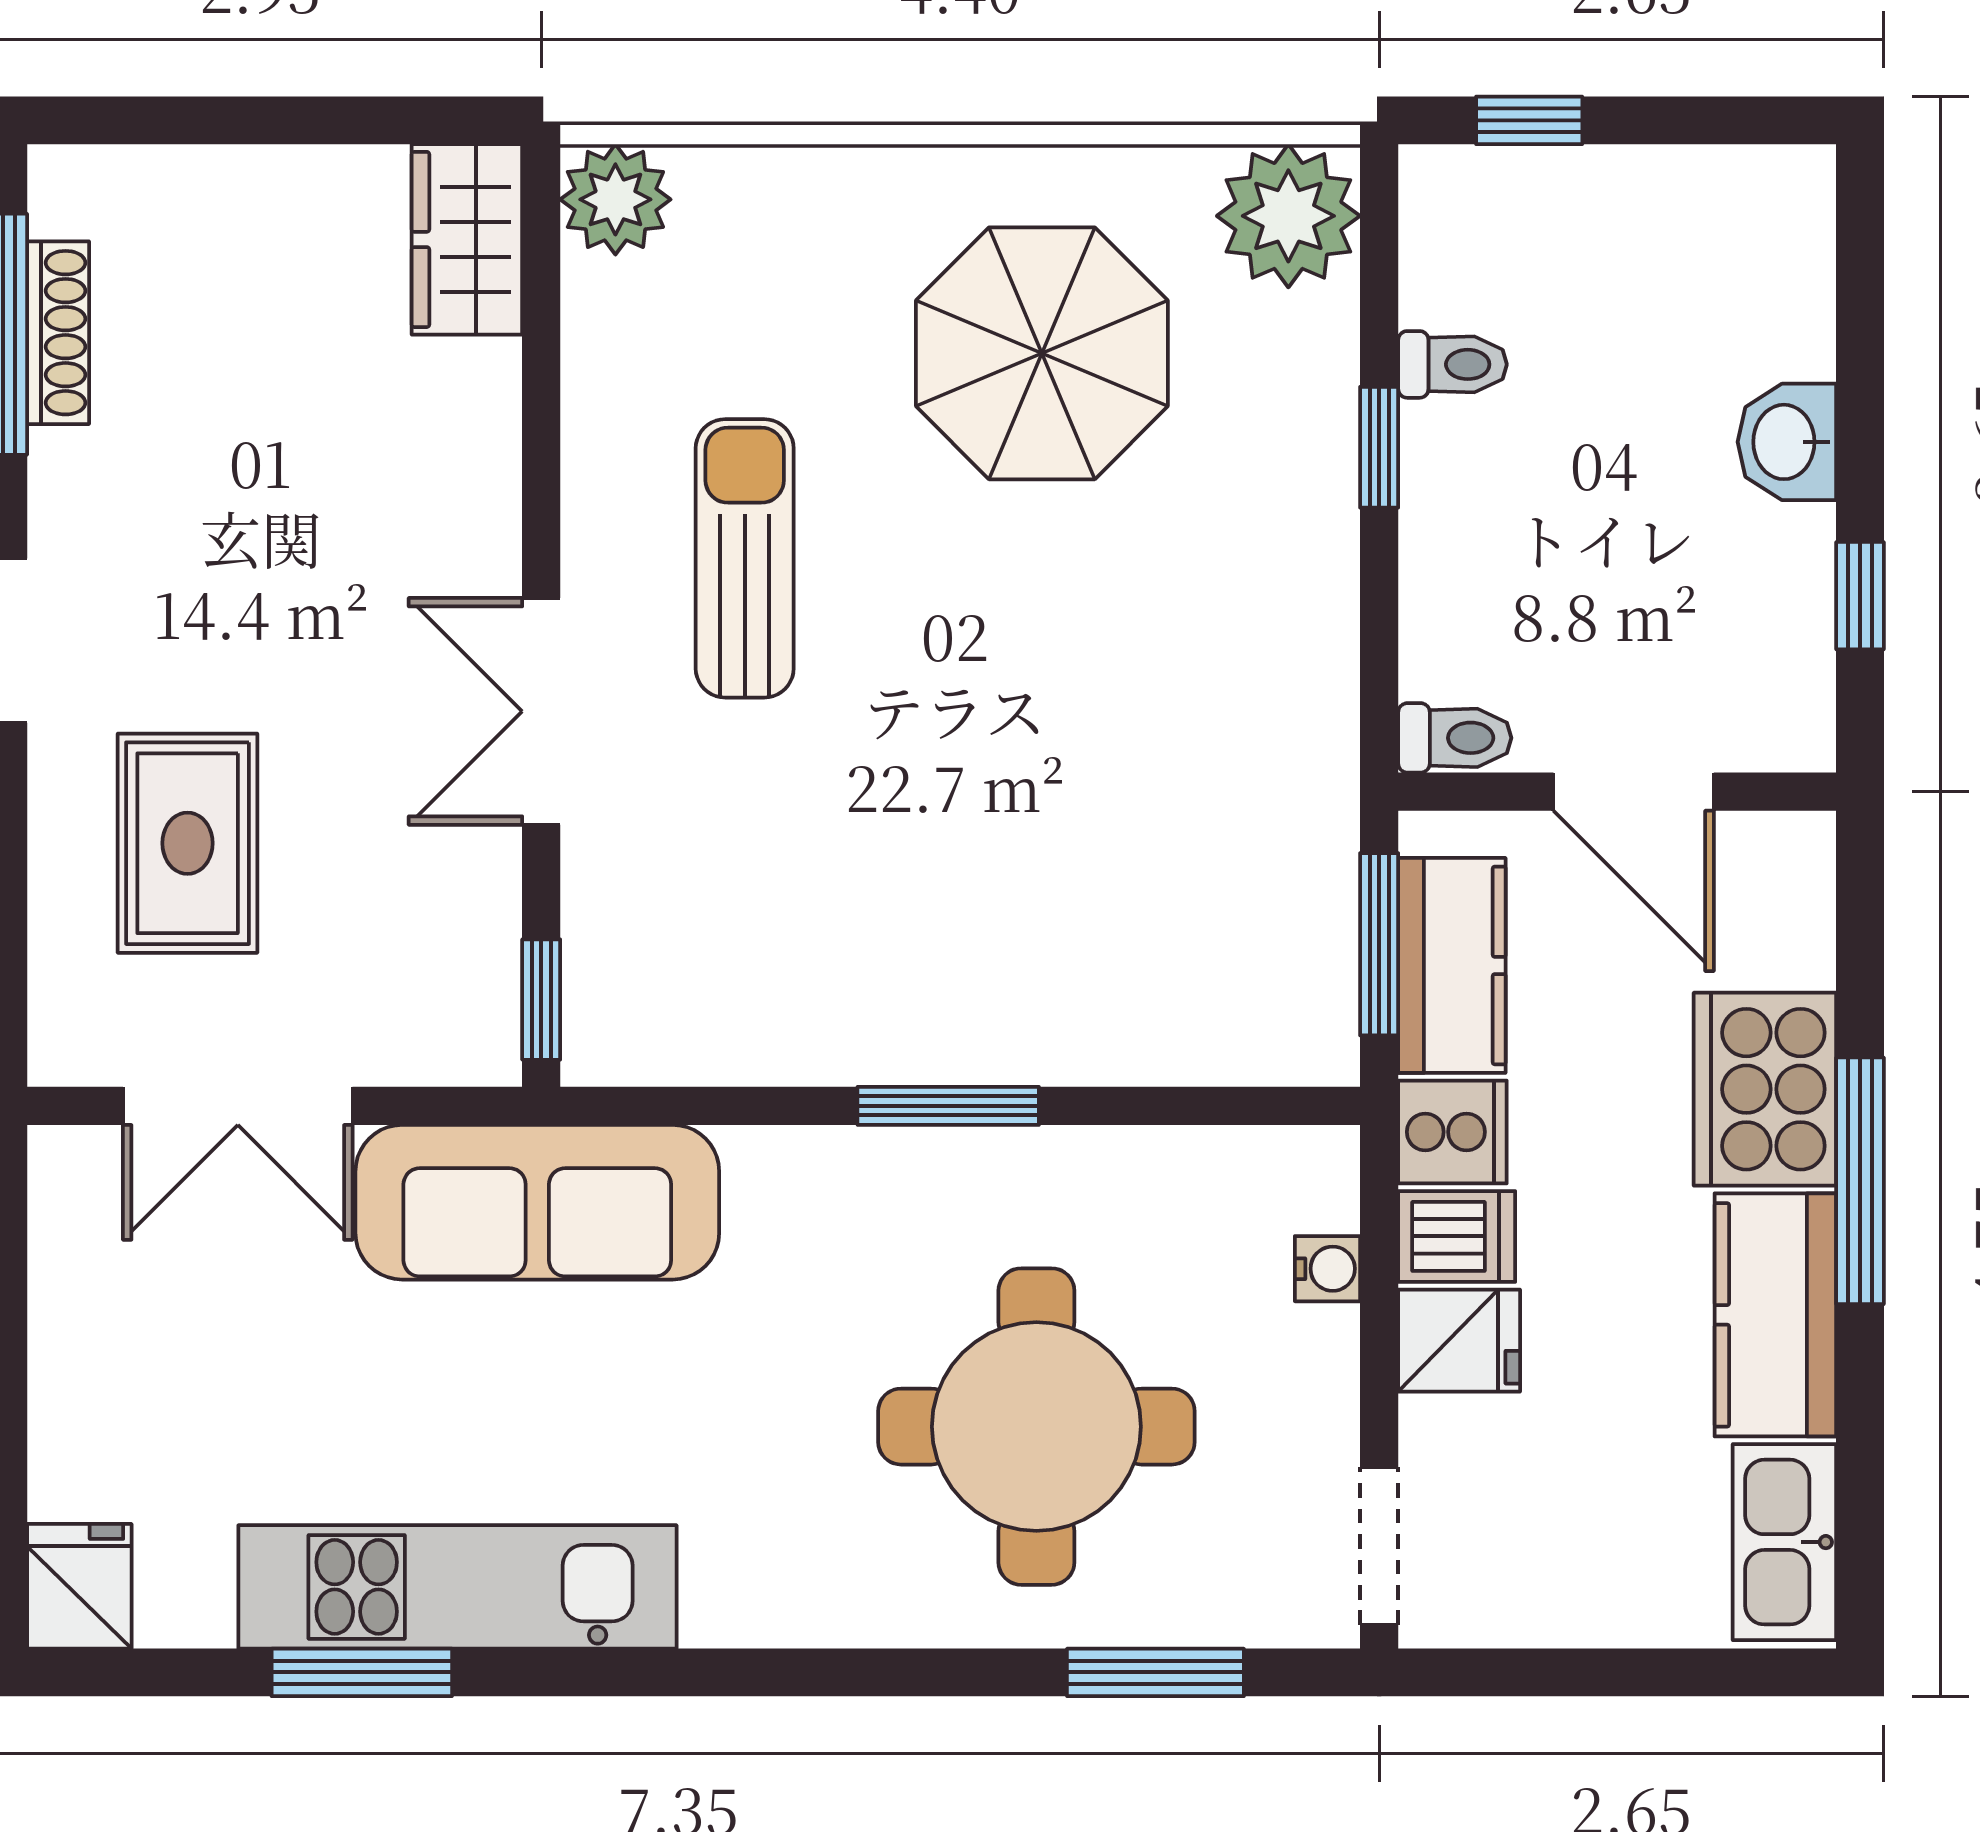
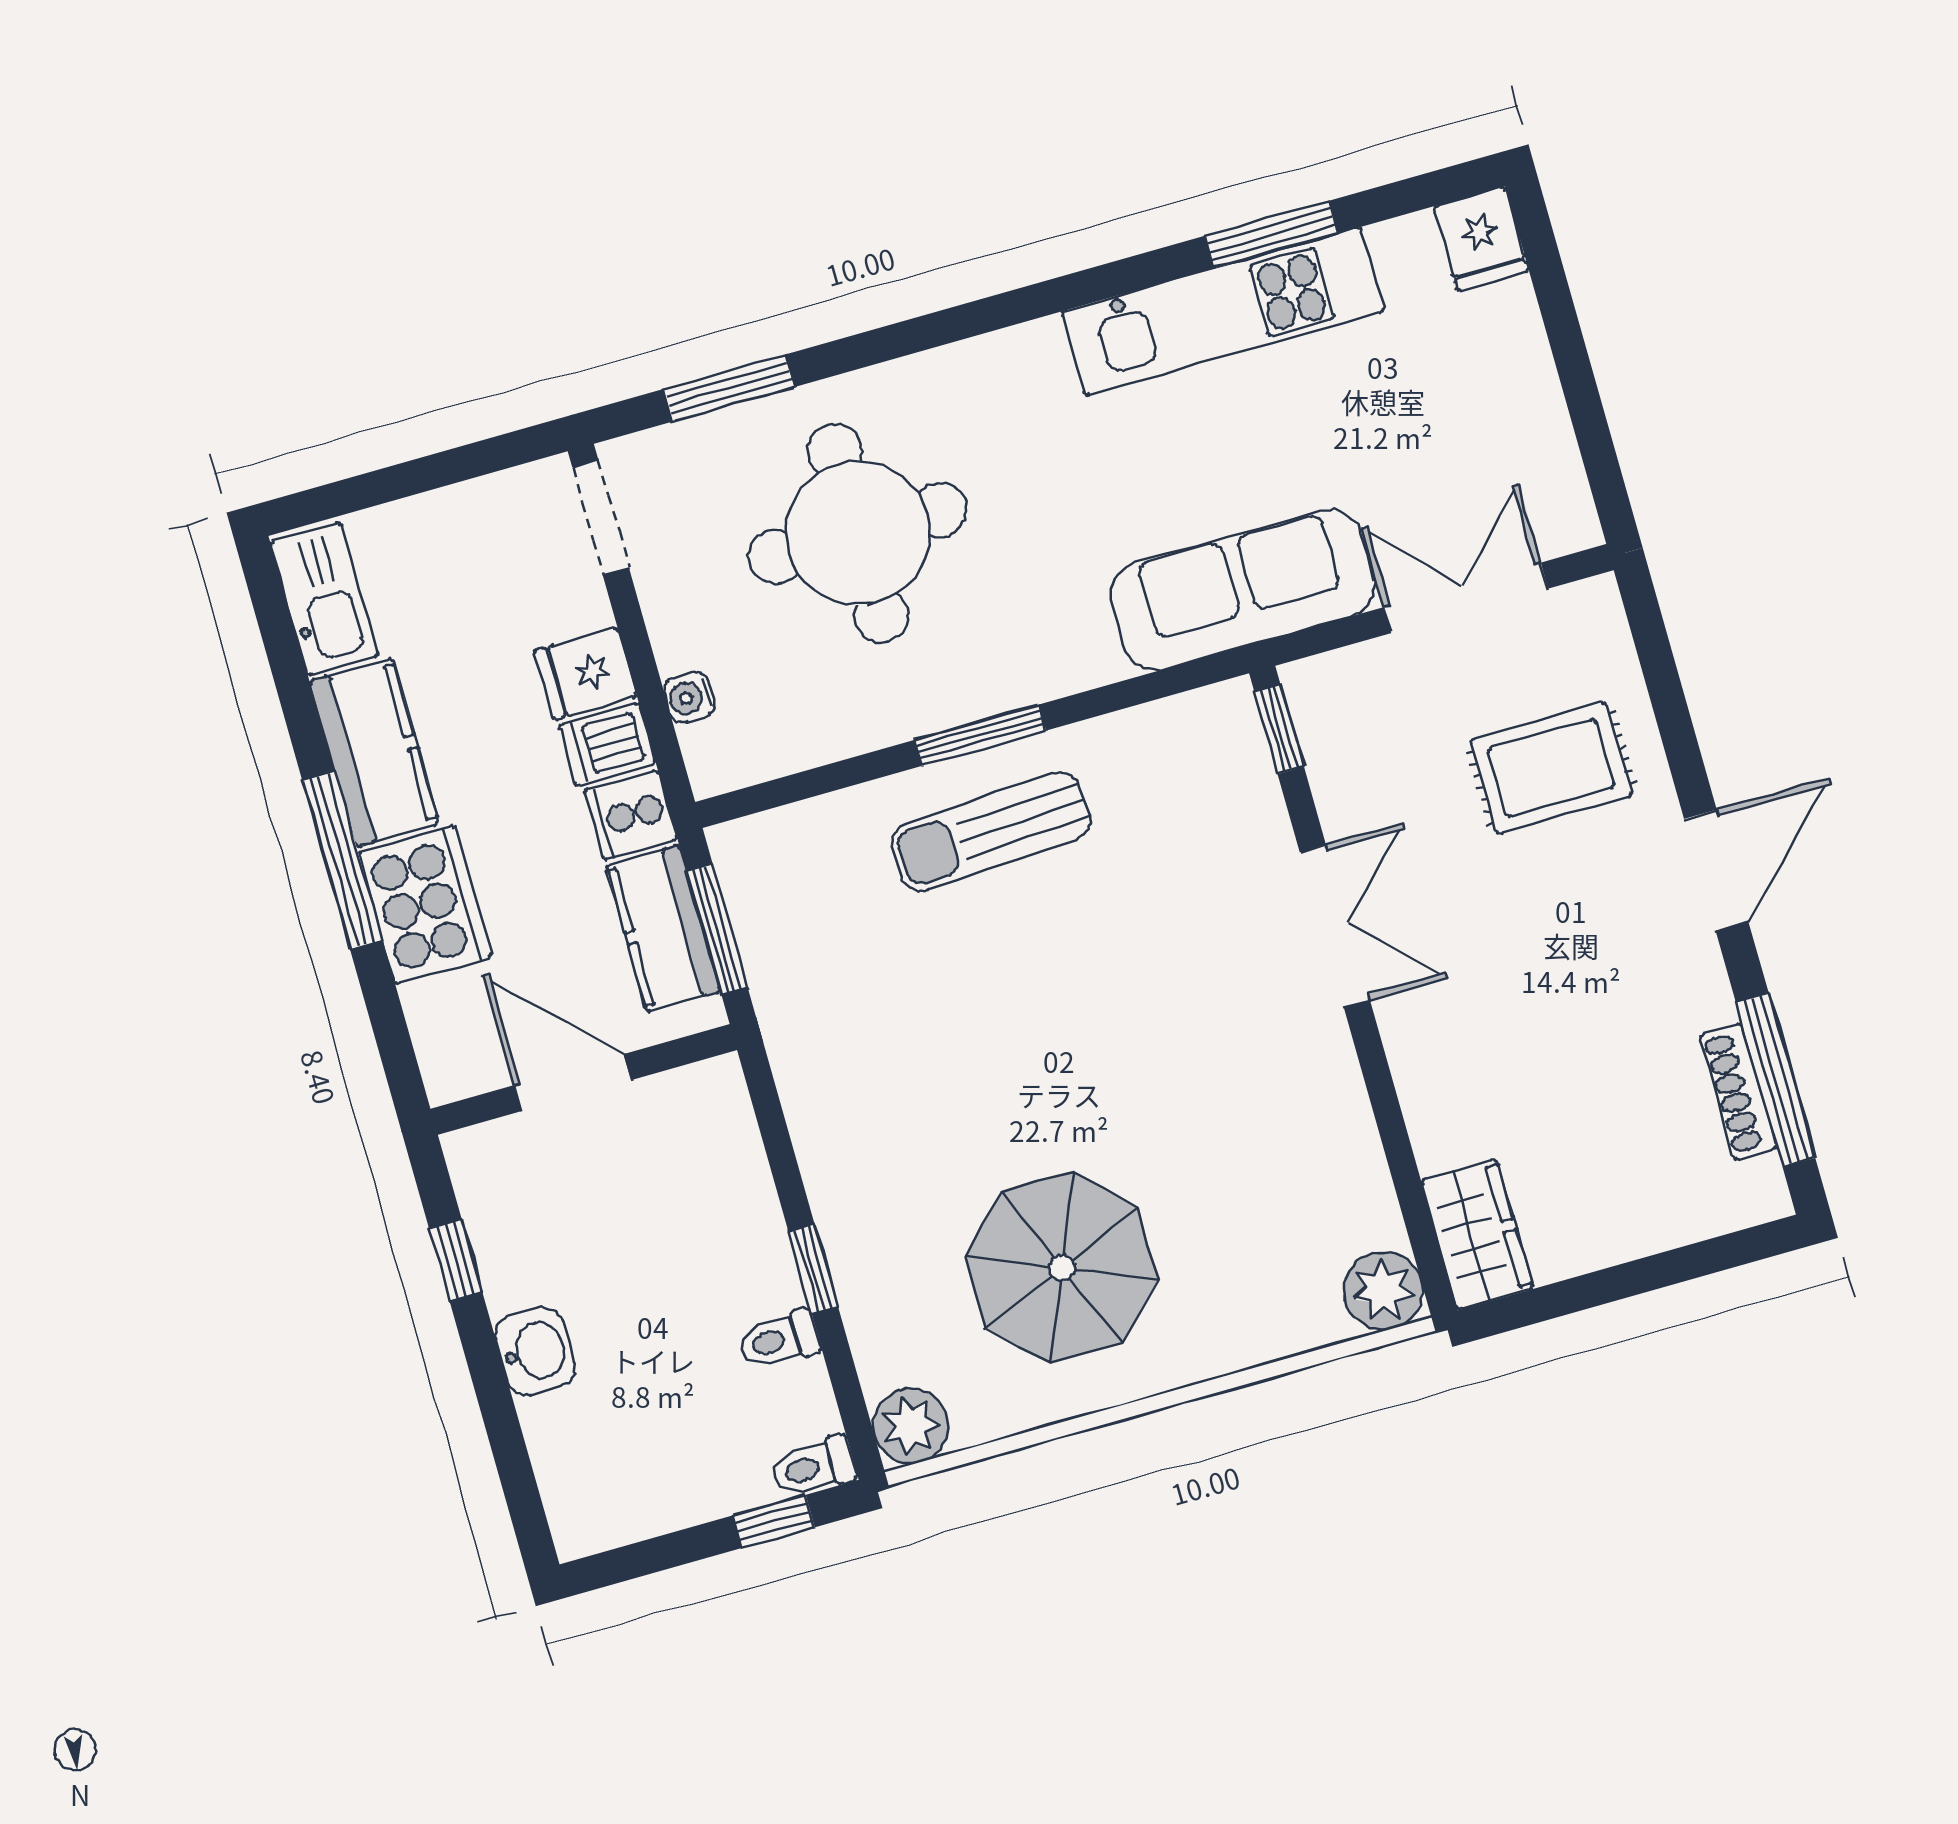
plant: (1288, 216) -> (911, 1426), width x0.73, depth x0.73
sun lounger: (745, 558) -> (991, 832), moved, turned 87
toilet: (1455, 738) -> (813, 1467), moved
rug: (188, 843) -> (1551, 768), turned 90

